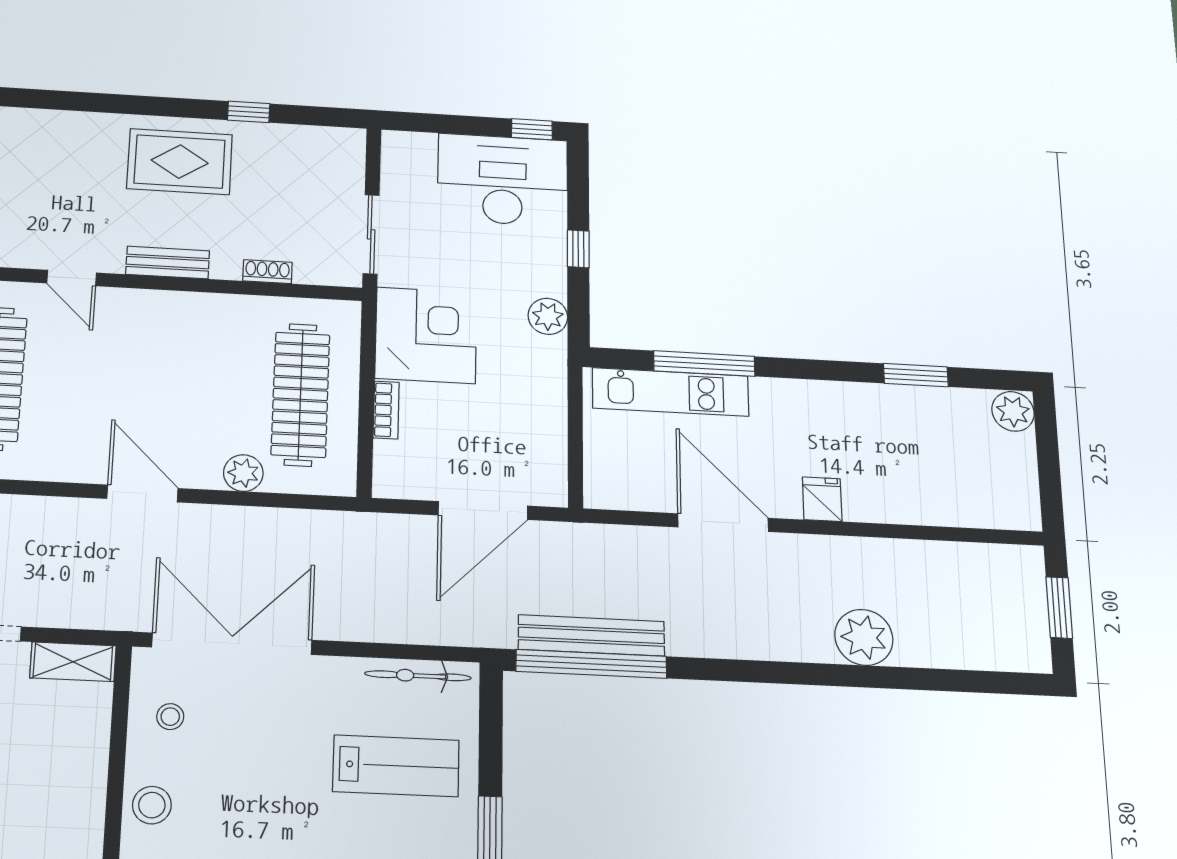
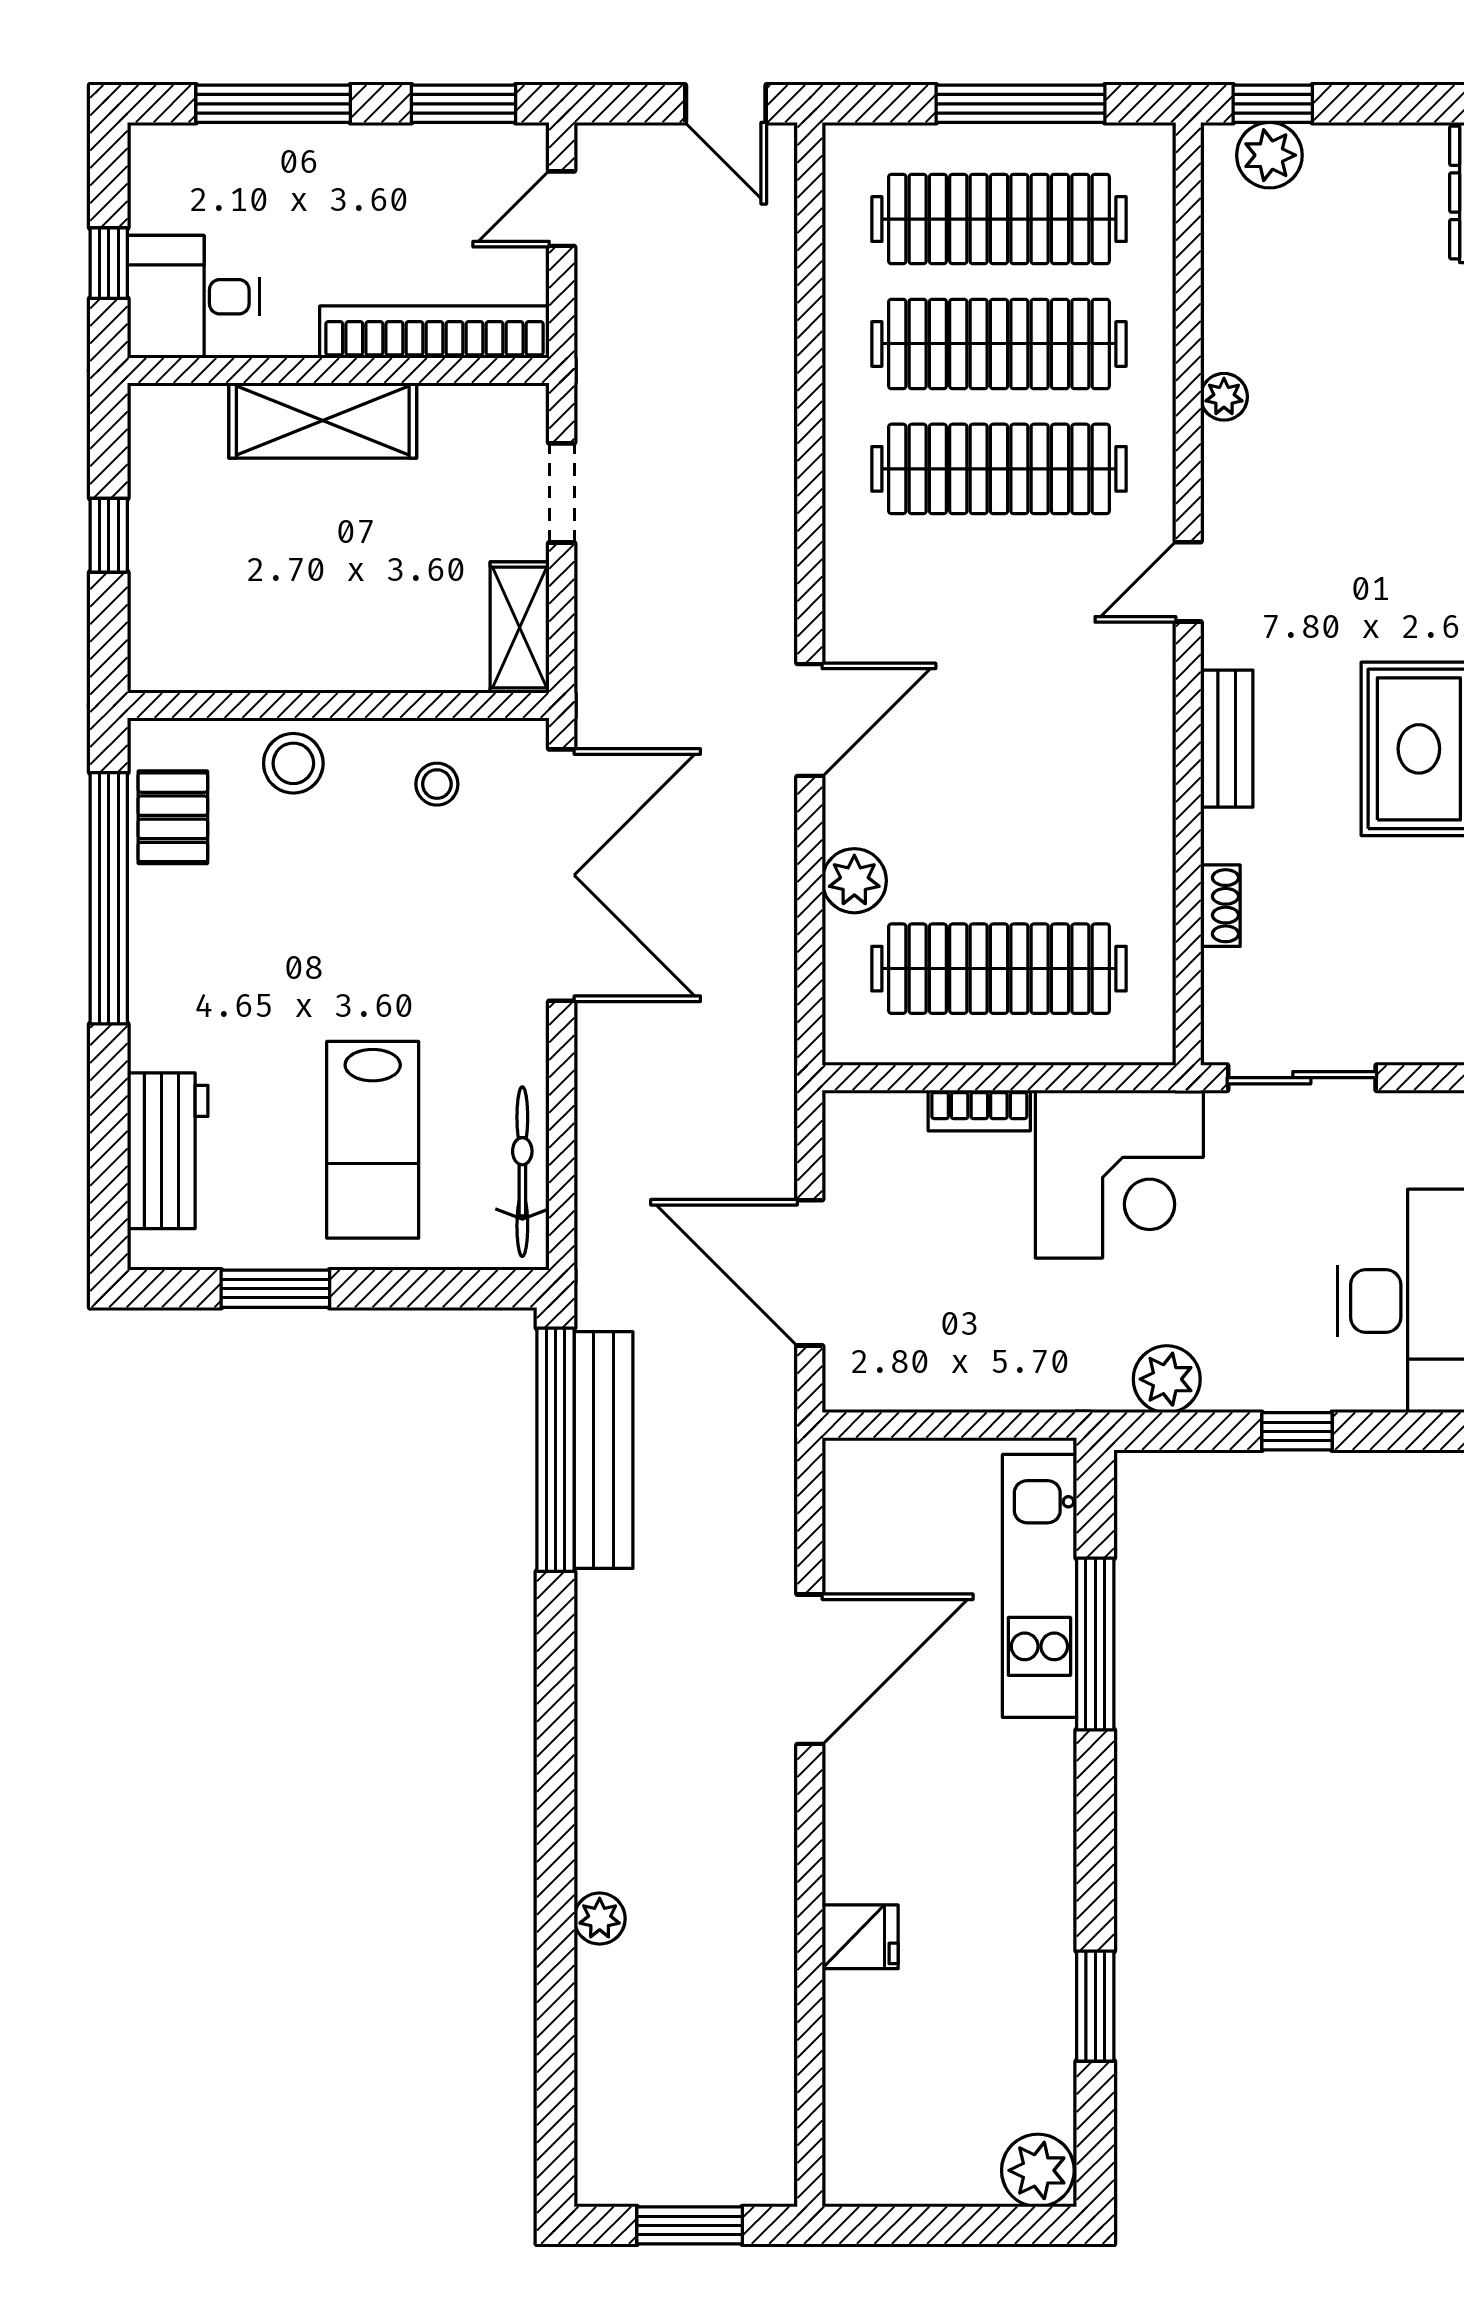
fridge: (822, 499) -> (860, 1937), moved
plant: (864, 637) -> (600, 1919), width x0.53, depth x0.53

